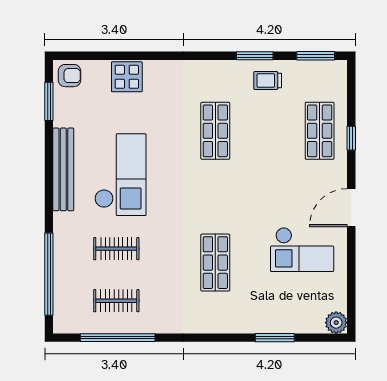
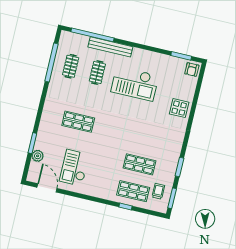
display table: (127, 77) -> (179, 108), moved
trolley: (268, 80) -> (158, 191), moved
shop shelf: (215, 131) -> (139, 164), moved
bench: (63, 169) -> (110, 47), moved
door: (351, 208) -> (47, 188), moved
plant: (336, 323) -> (38, 156), moved

